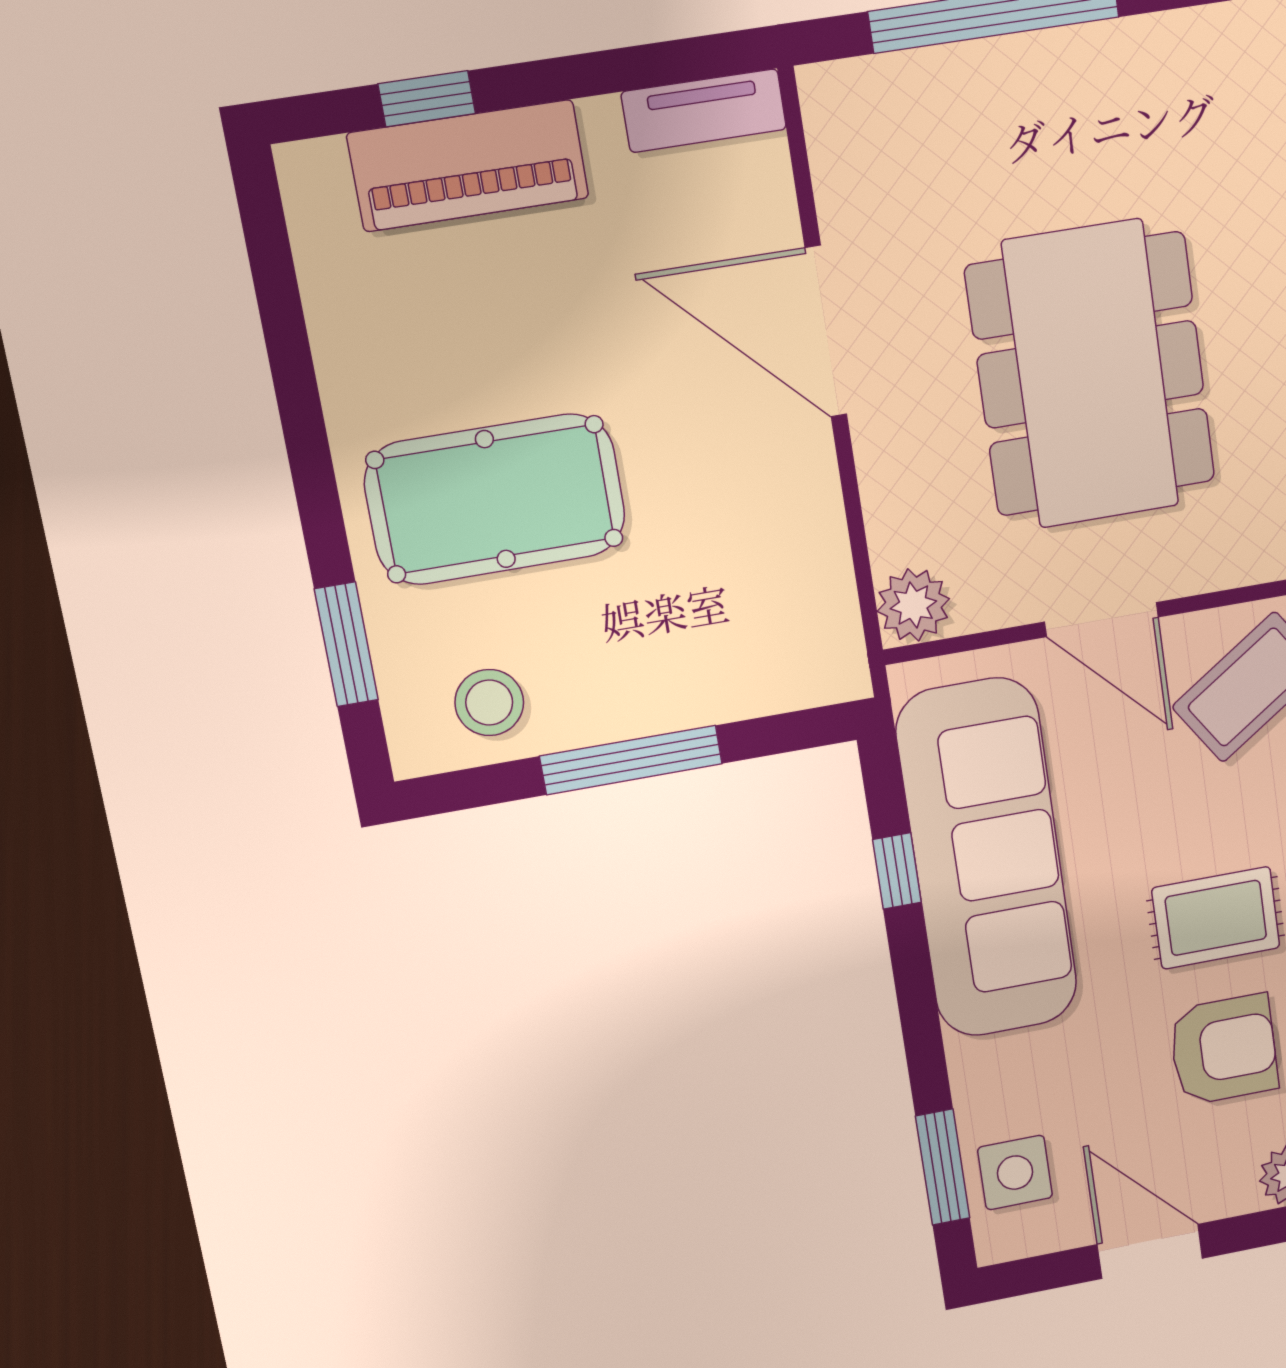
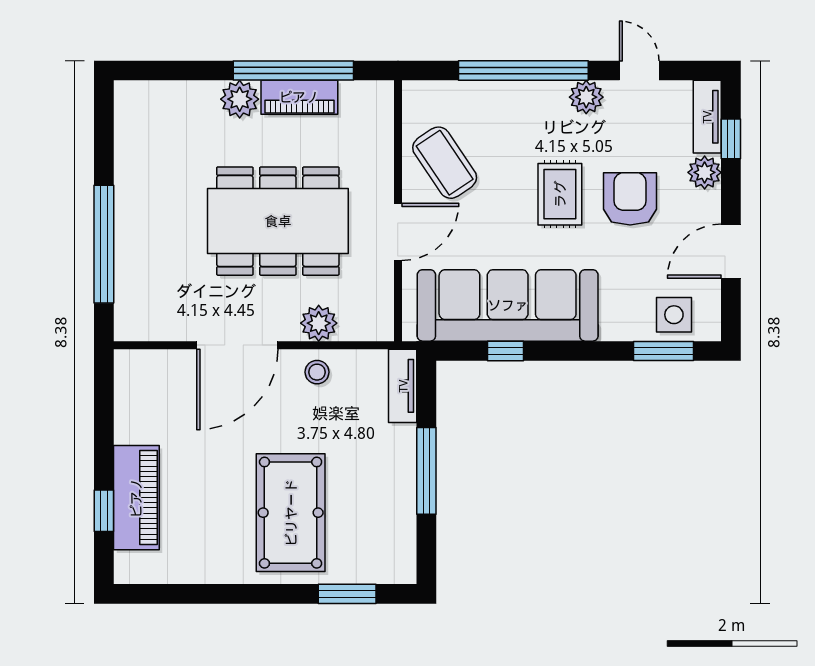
tv unit: (704, 111) -> (403, 386), moved, turned 180
plant: (913, 605) -> (319, 323), moved
stool: (489, 703) -> (317, 372), moved, width x0.73, depth x0.73

